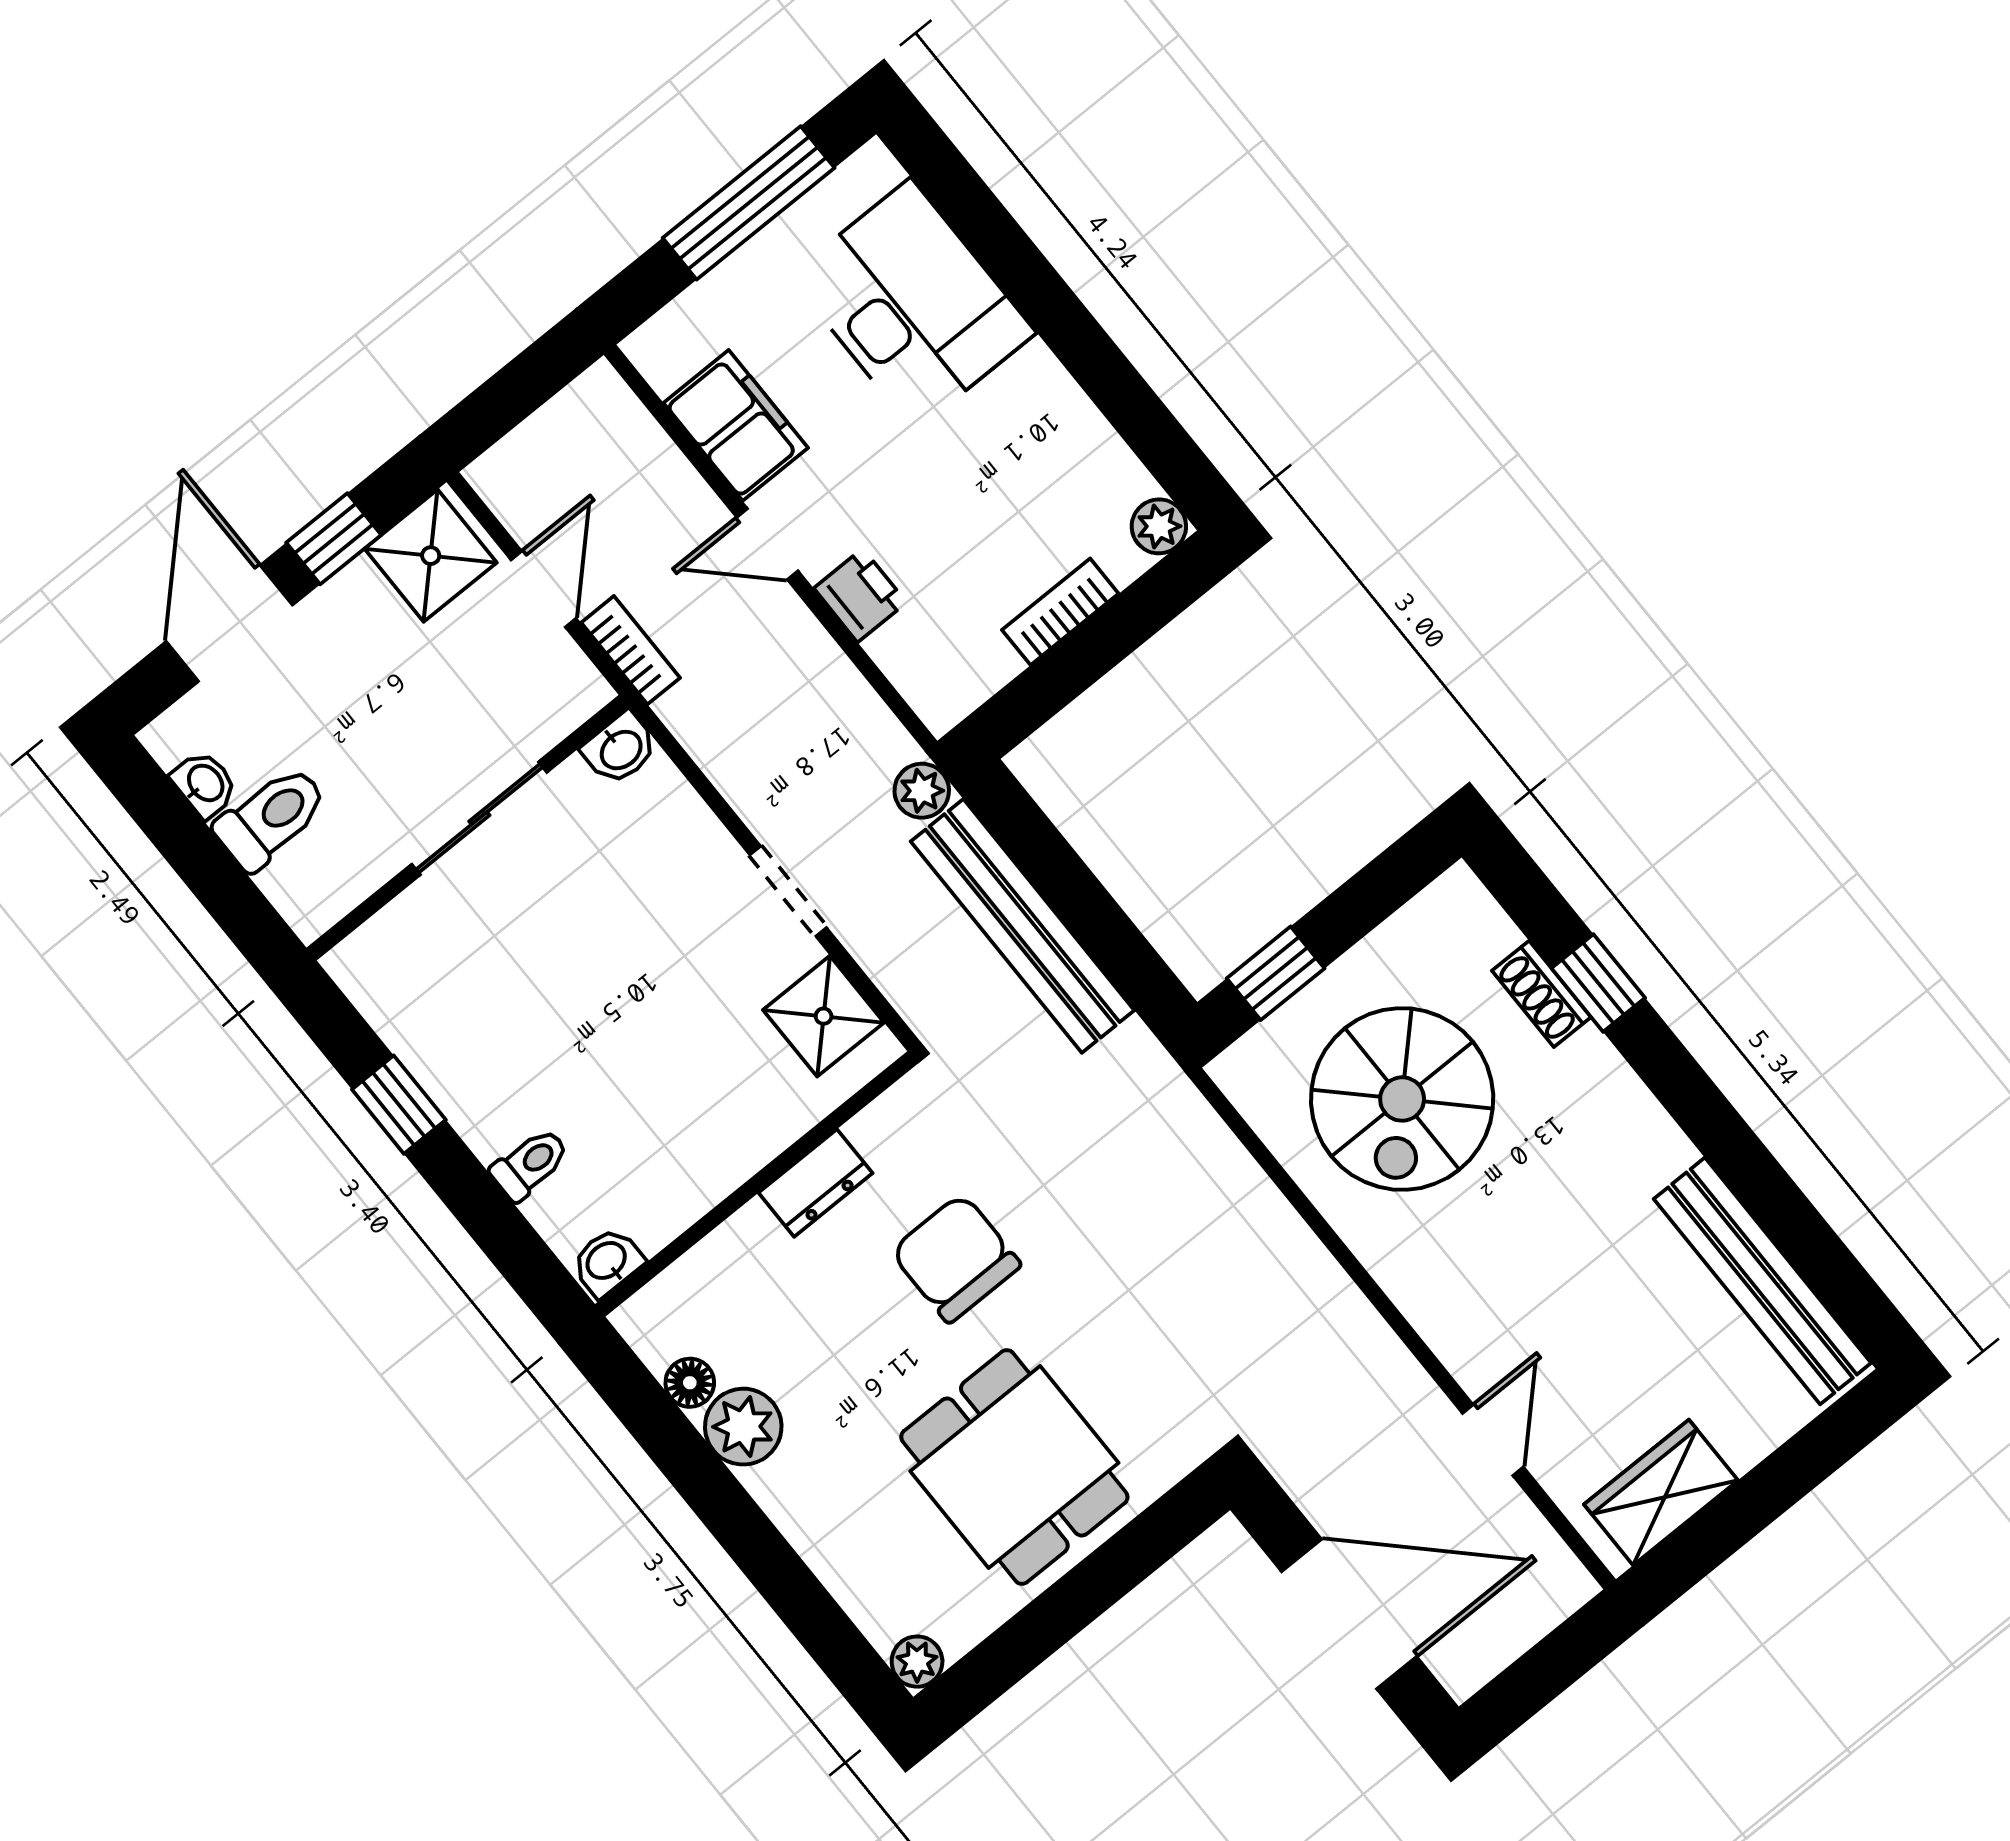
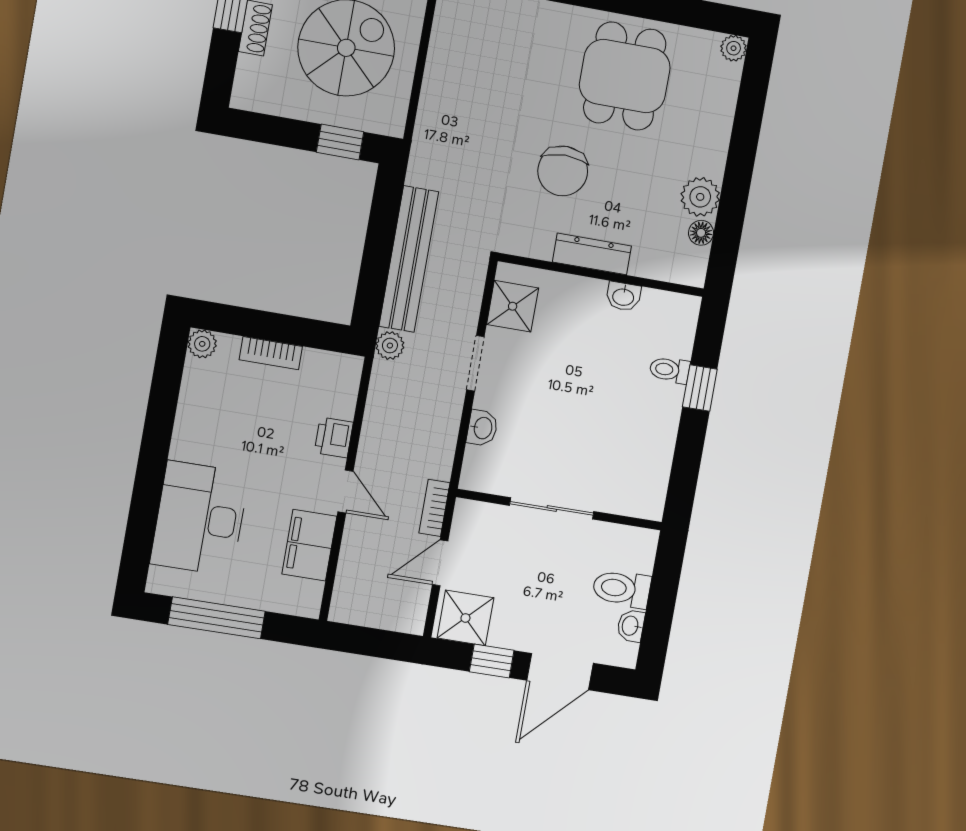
washbasin: (620, 749) -> (482, 428), moved, turned 90
window: (399, 1105) -> (700, 388), moved
dresser: (816, 1183) -> (592, 254), width x1.44
washbasin: (607, 1262) -> (623, 296), moved

